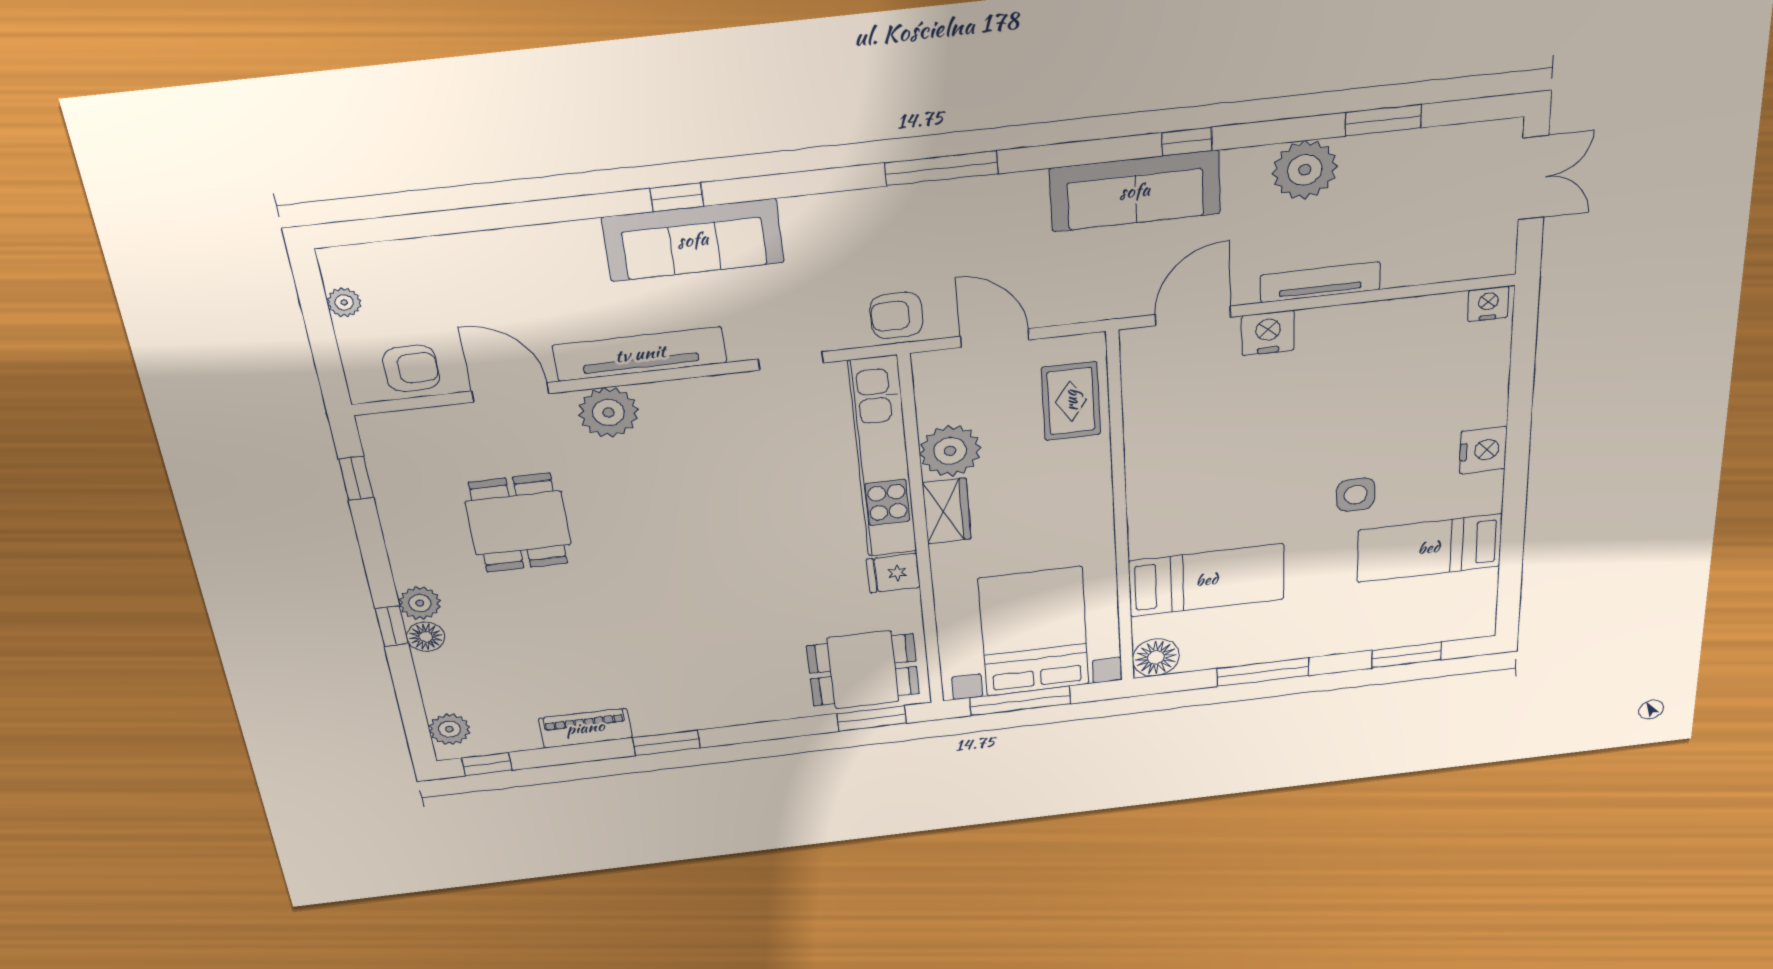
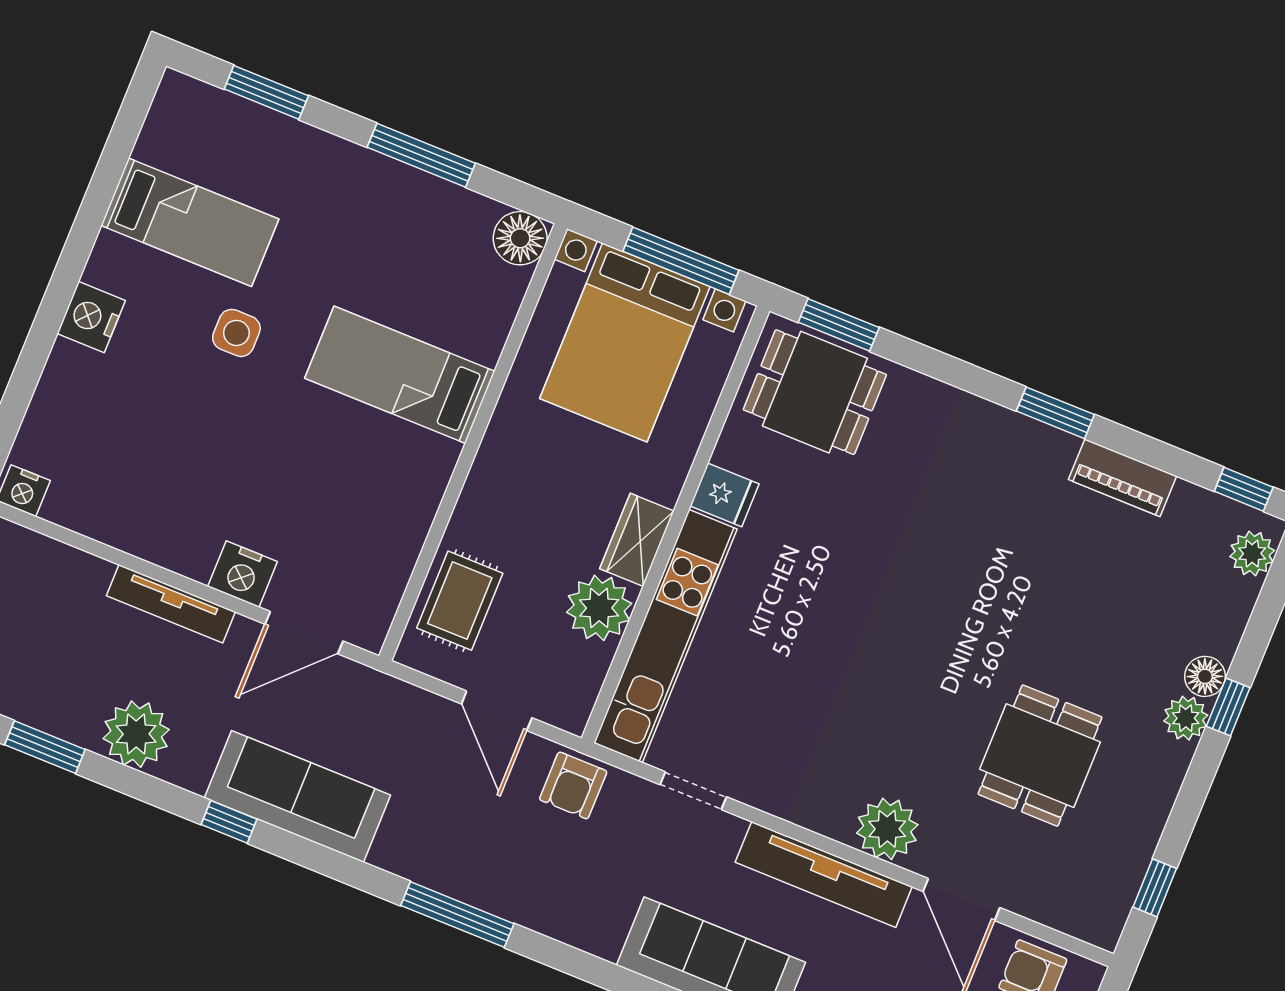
armchair: (897, 315) -> (573, 785), turned 90
bed: (1207, 580) -> (400, 375), moved

